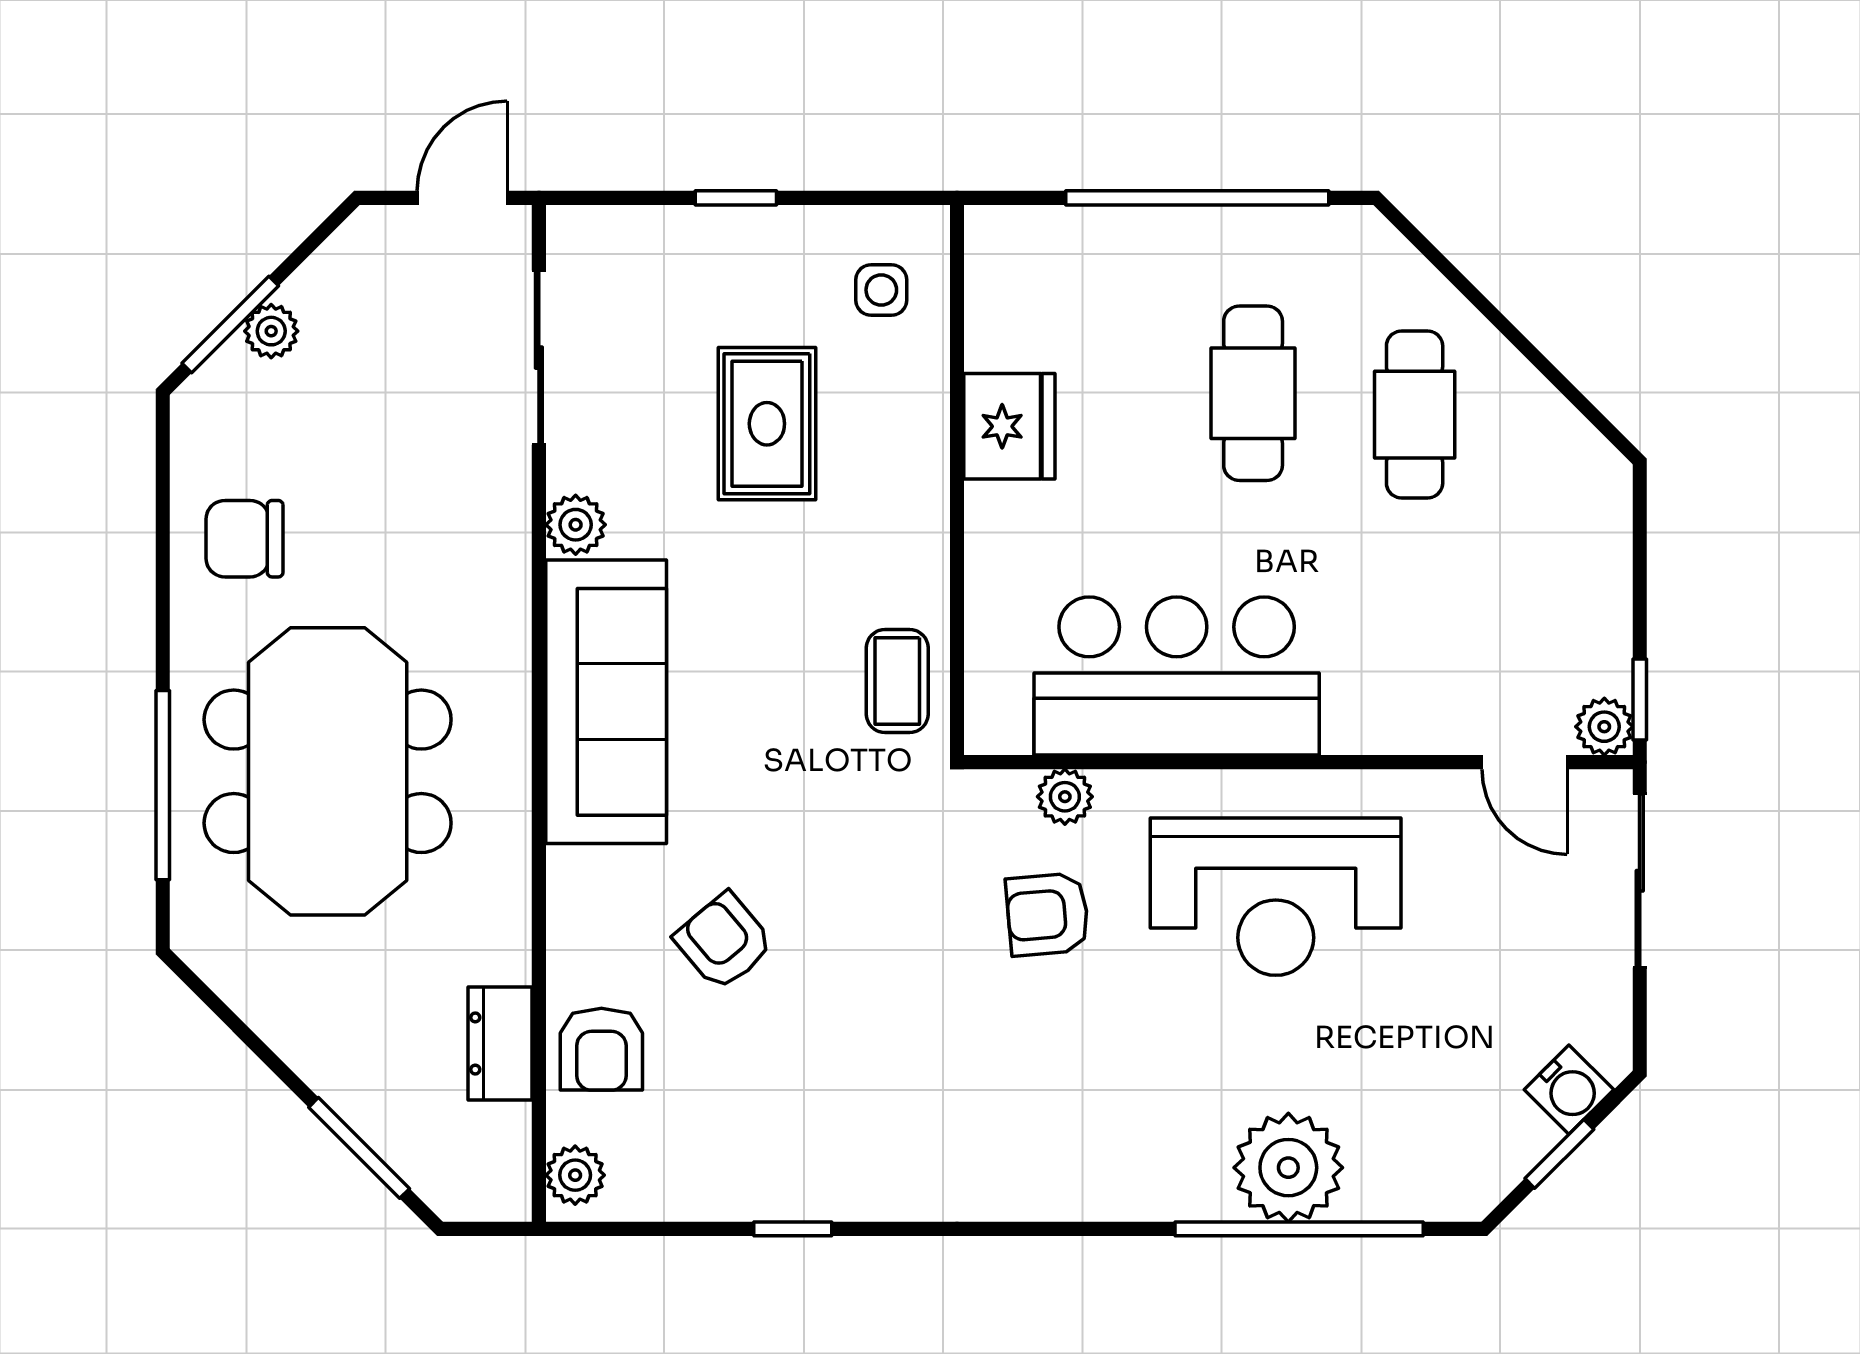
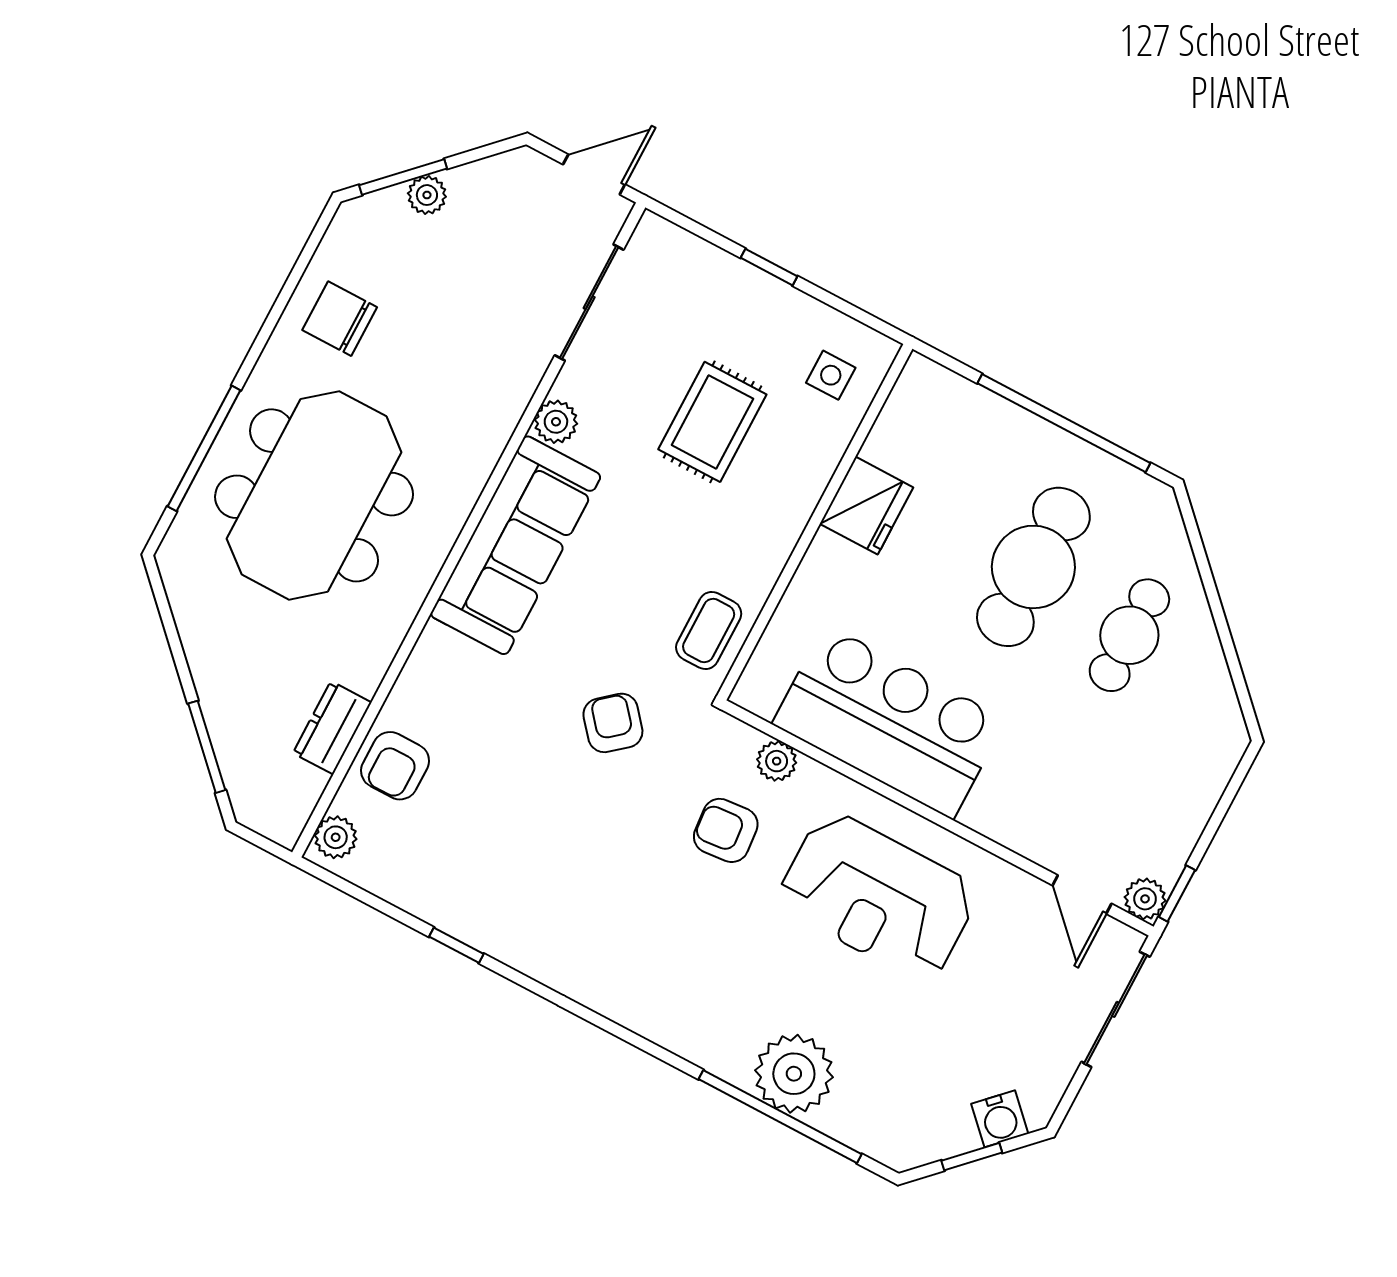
cafe table: (1253, 393) -> (1033, 567), width x1.37, depth x1.35
armchair: (724, 941) -> (613, 723), moved

